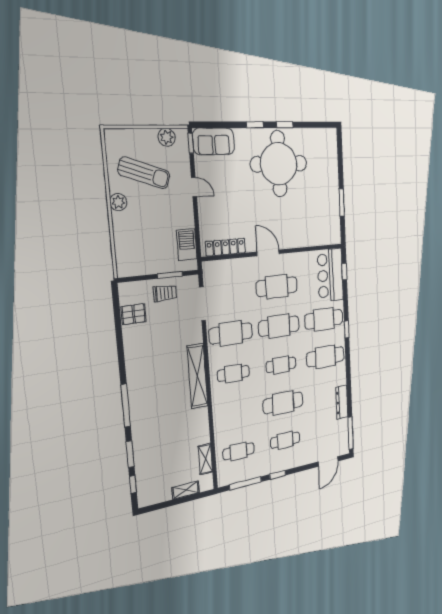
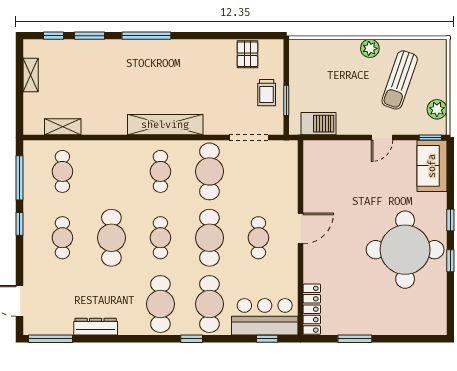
locker: (226, 247) -> (312, 309), moved
cafe table: (277, 287) -> (258, 238), width x0.73, depth x0.74
shelving: (186, 490) -> (31, 75), moved

